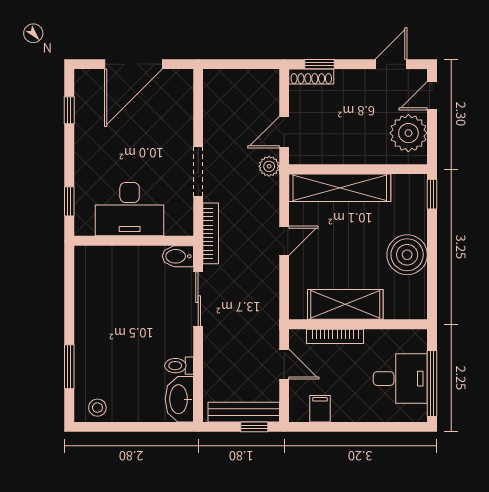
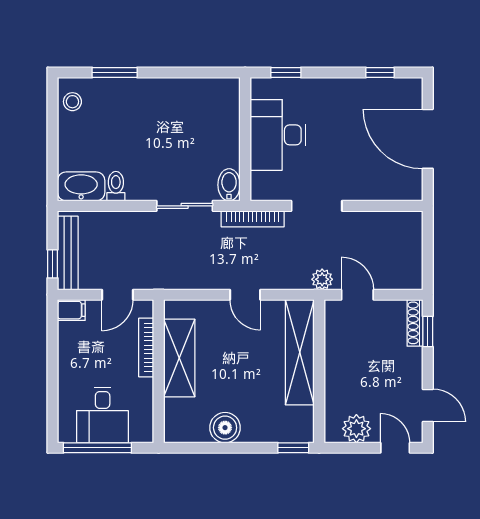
plant: (408, 133) -> (356, 429), width x0.73, depth x0.73
boiler: (407, 255) -> (225, 428), width x0.73, depth x0.73
filing cabinet: (320, 409) -> (71, 310), moved

